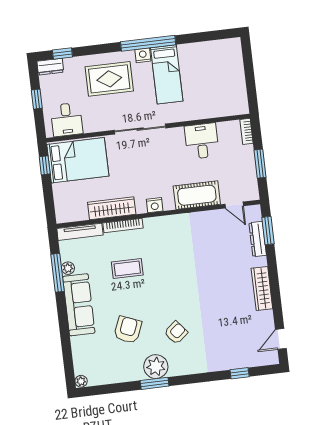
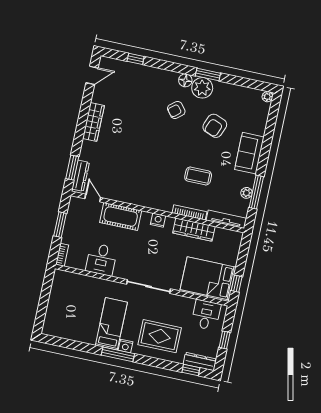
window: (148, 43) -> (118, 354), width x0.68
dresser: (50, 67) -> (200, 362), width x1.44
dresser: (258, 239) -> (81, 176), moved
sofa: (79, 305) -> (249, 153), width x0.73
floor lamp: (177, 368) -> (185, 80), added

